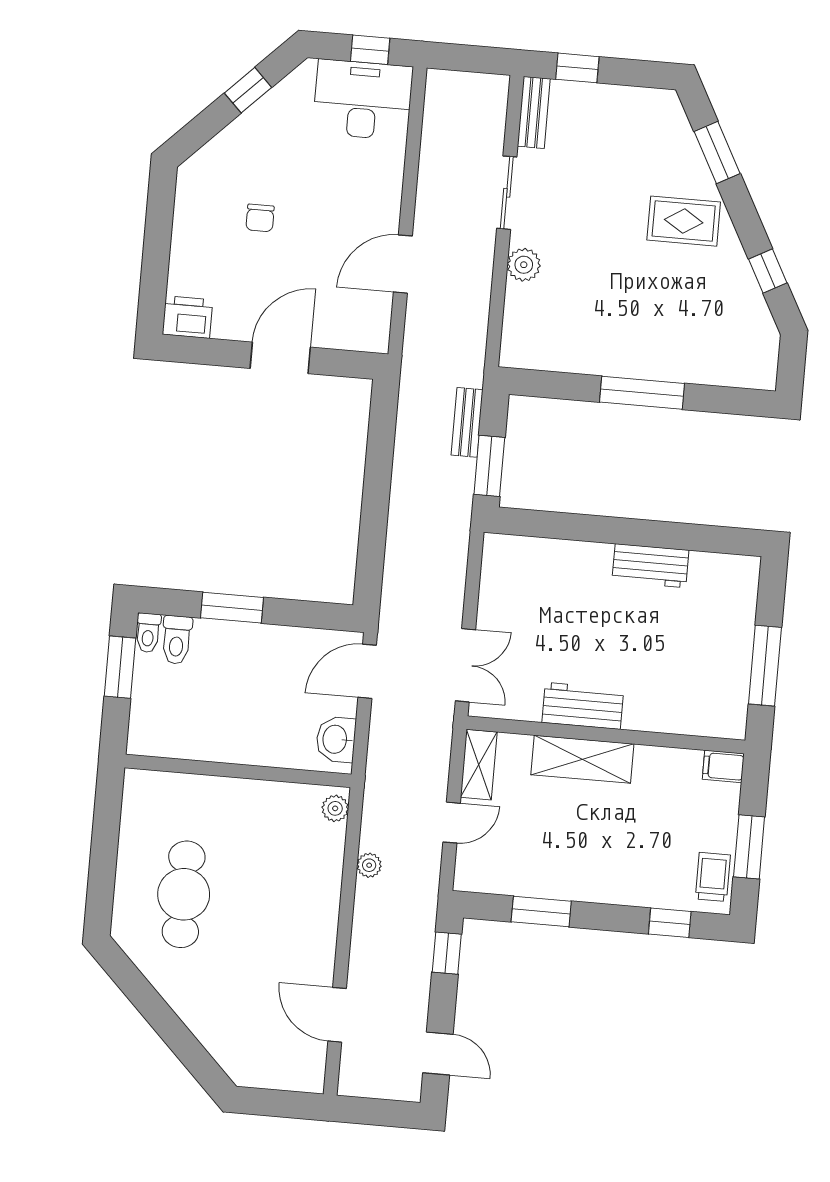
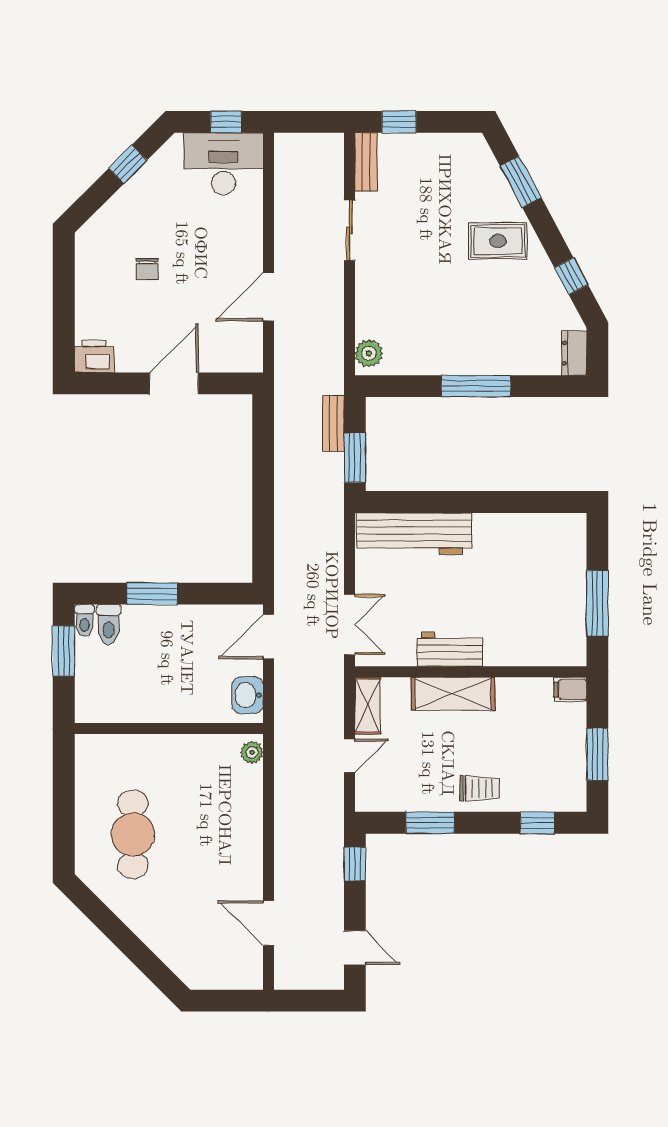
plant: (524, 265) -> (369, 353), moved
dresser: (763, 363) -> (574, 353), added
workbench: (650, 566) -> (414, 534), moved, width x1.87, depth x1.32
plant: (369, 865) -> (284, 797), removed
trolley: (713, 877) -> (480, 788), moved, turned 90

